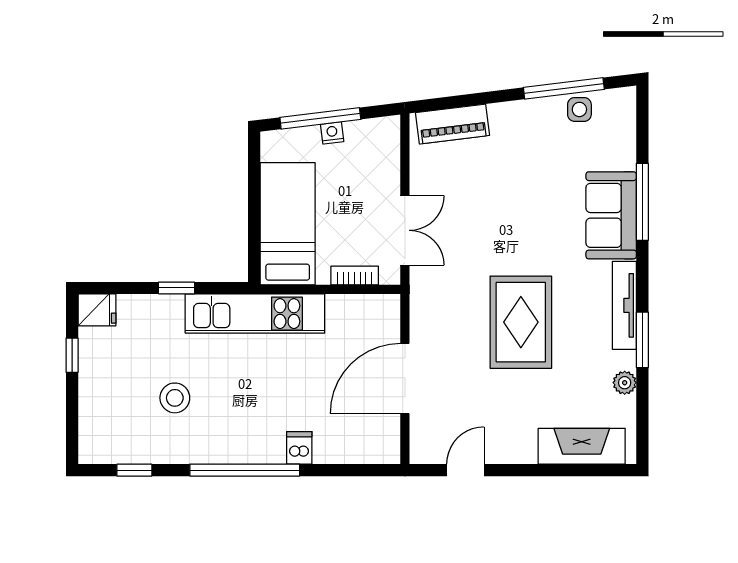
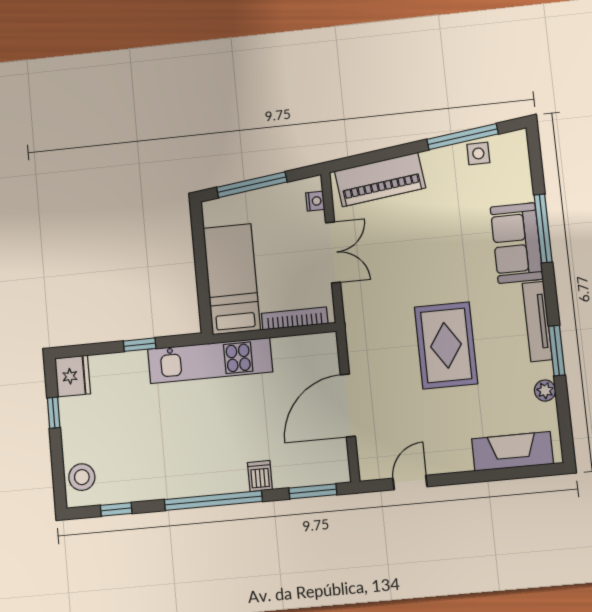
piano: (453, 124) -> (380, 180), width x1.37, depth x1.33
nightstand: (332, 133) -> (315, 201), moved, turned 97
double door: (405, 230) -> (333, 252), moved
bookcase: (355, 276) -> (295, 319), width x1.56
fridge: (97, 310) -> (73, 376), width x1.38
stool: (175, 398) -> (82, 477), moved
window: (357, 470) -> (313, 491), added

